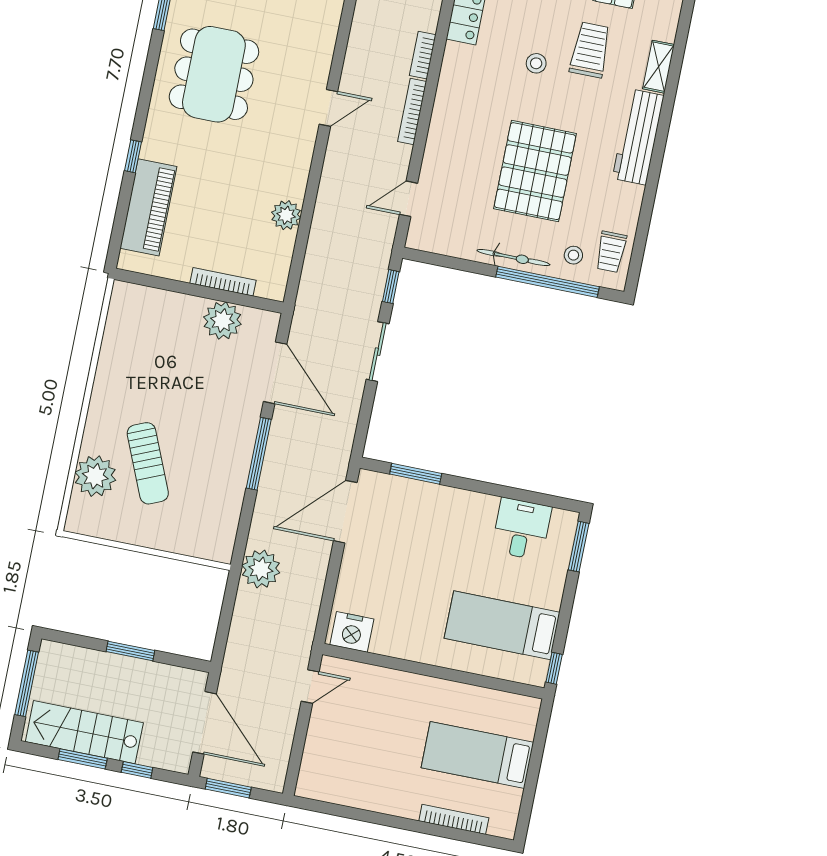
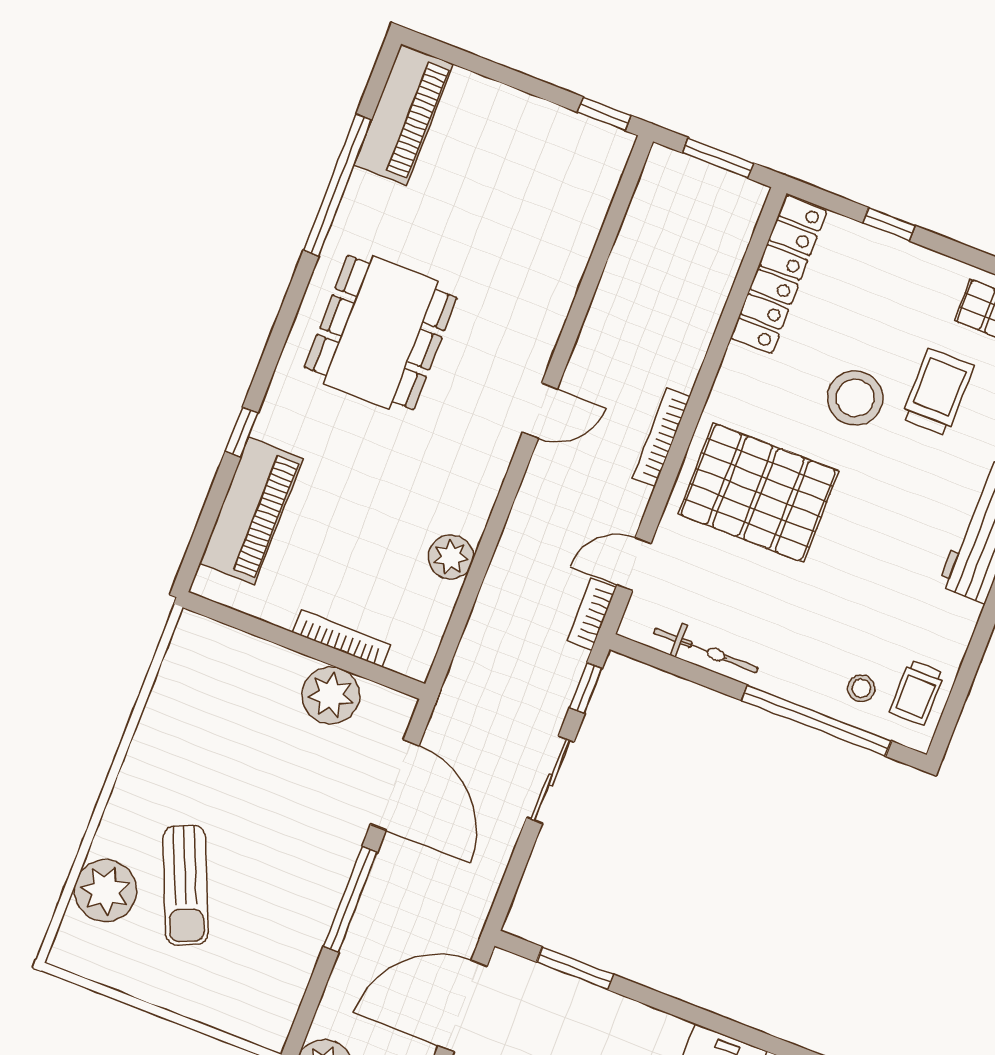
bookcase: (423, 55) -> (592, 614), moved
stool: (536, 63) -> (855, 398), width x1.89, depth x1.89
pallet: (535, 171) -> (758, 493), moved, turned 90
bicycle: (514, 258) -> (706, 651), moved

